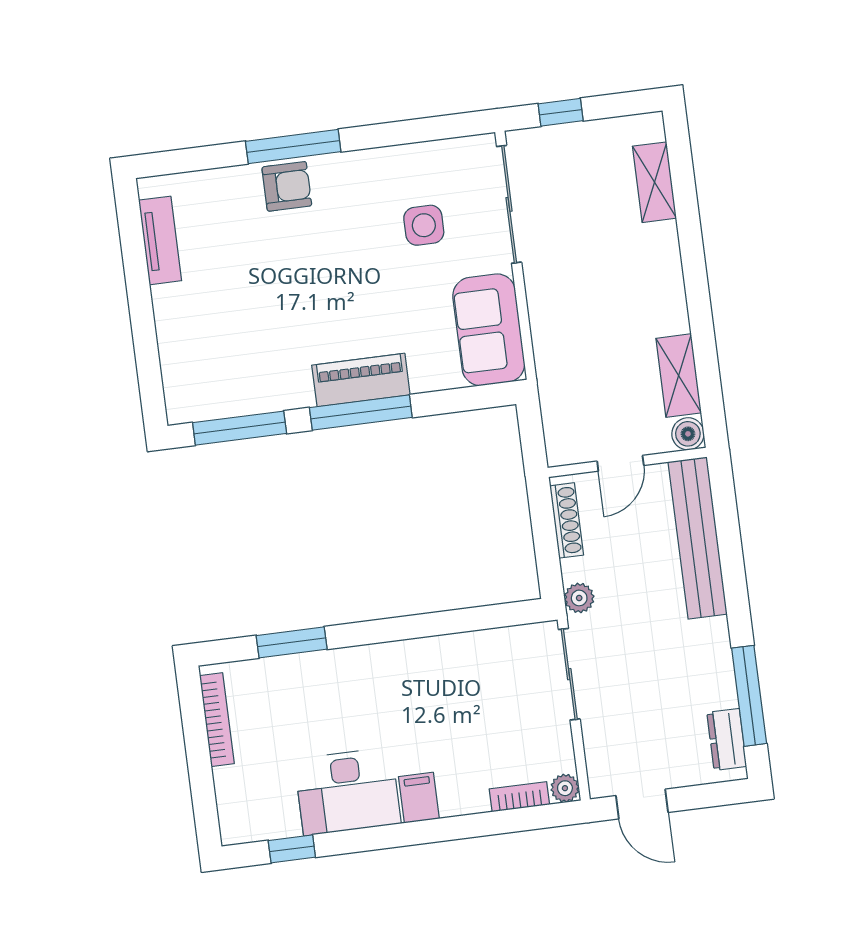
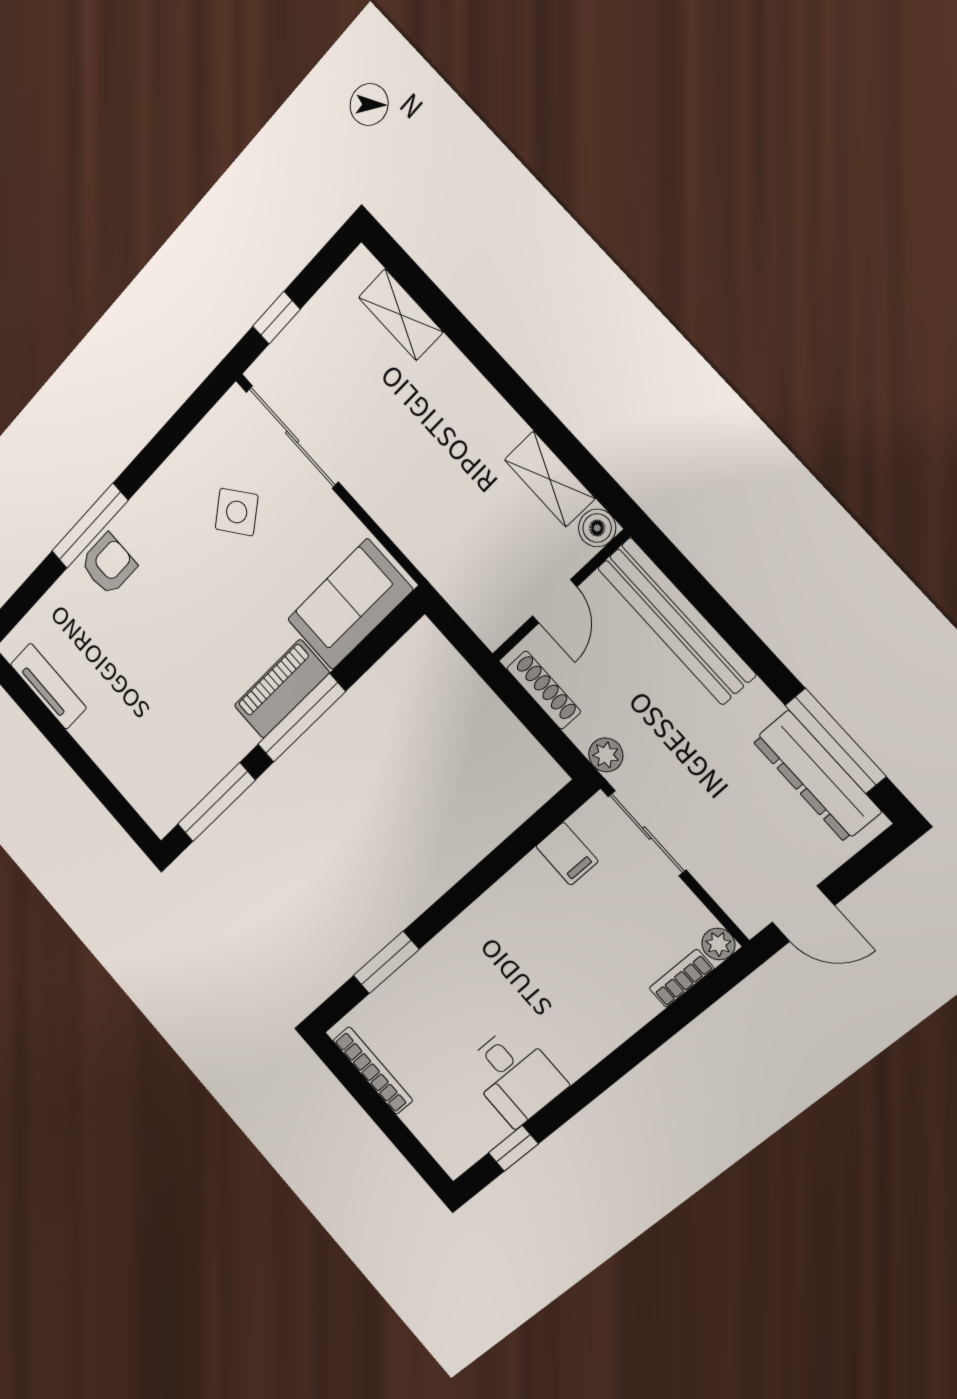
side table: (424, 225) -> (237, 512), turned -37
sofa: (489, 330) -> (350, 604), moved, turned 90
dresser: (727, 739) -> (817, 776), width x1.96, depth x1.24
desk: (348, 791) -> (515, 1076), width x0.73
filing cabinet: (419, 798) -> (567, 854), moved, turned 180

